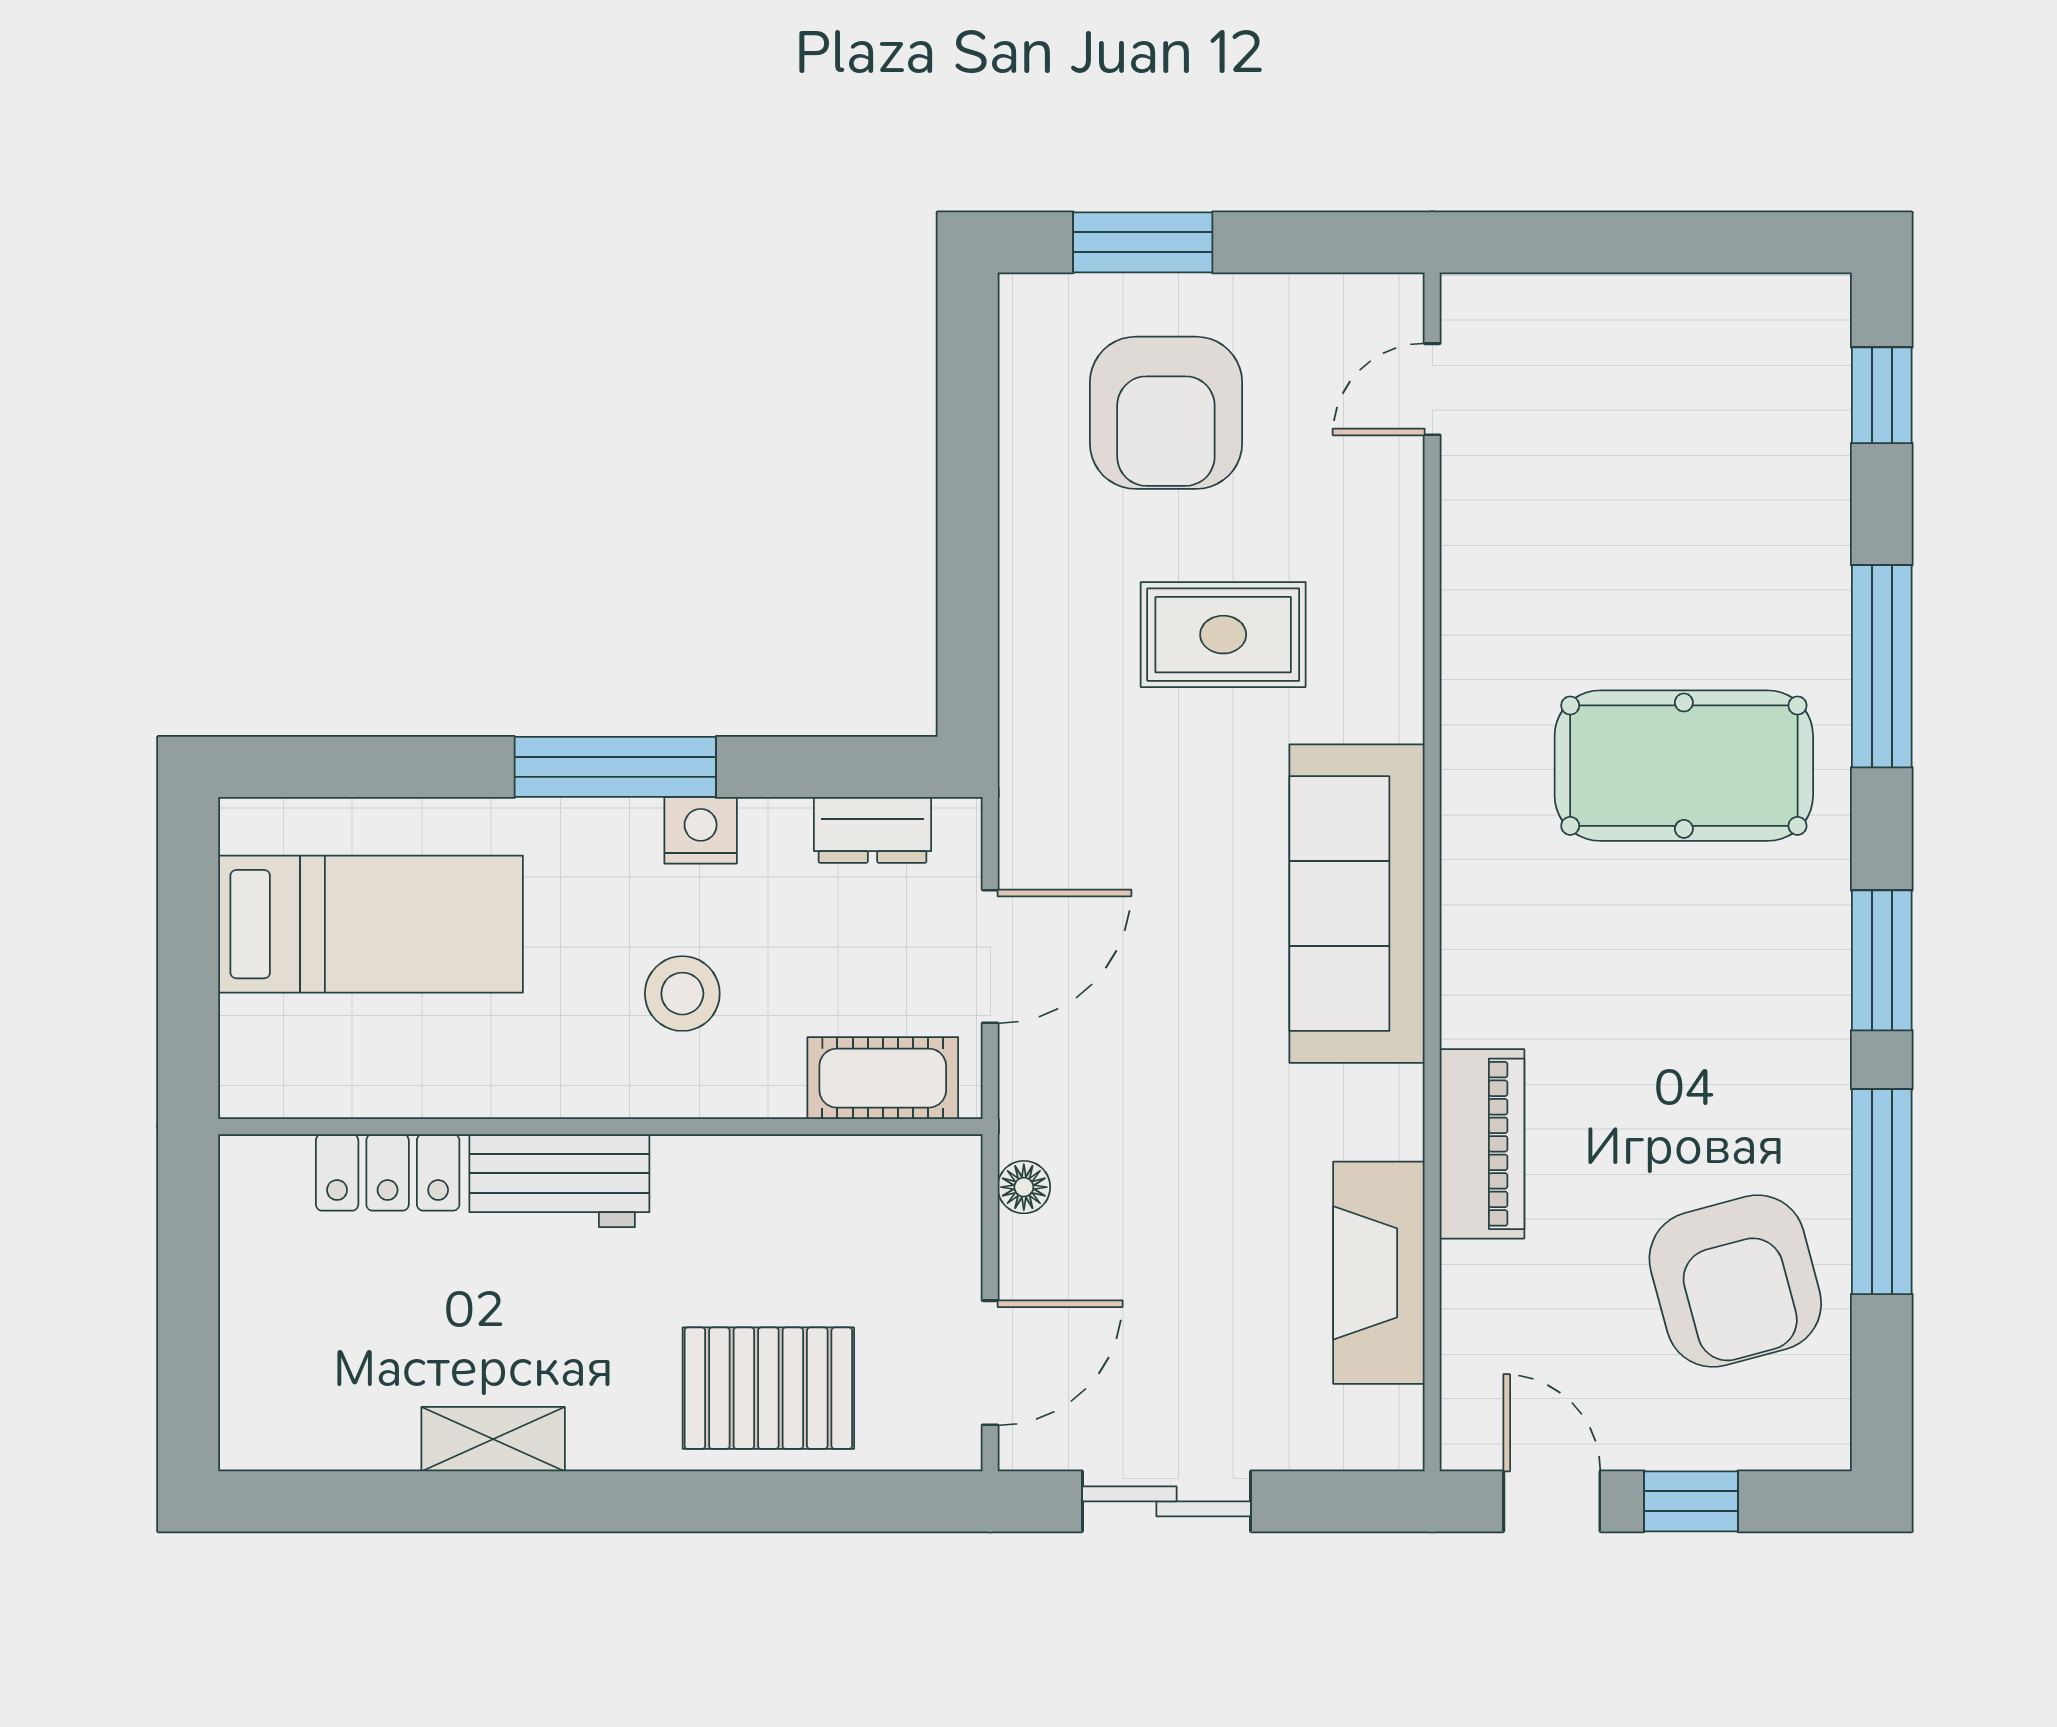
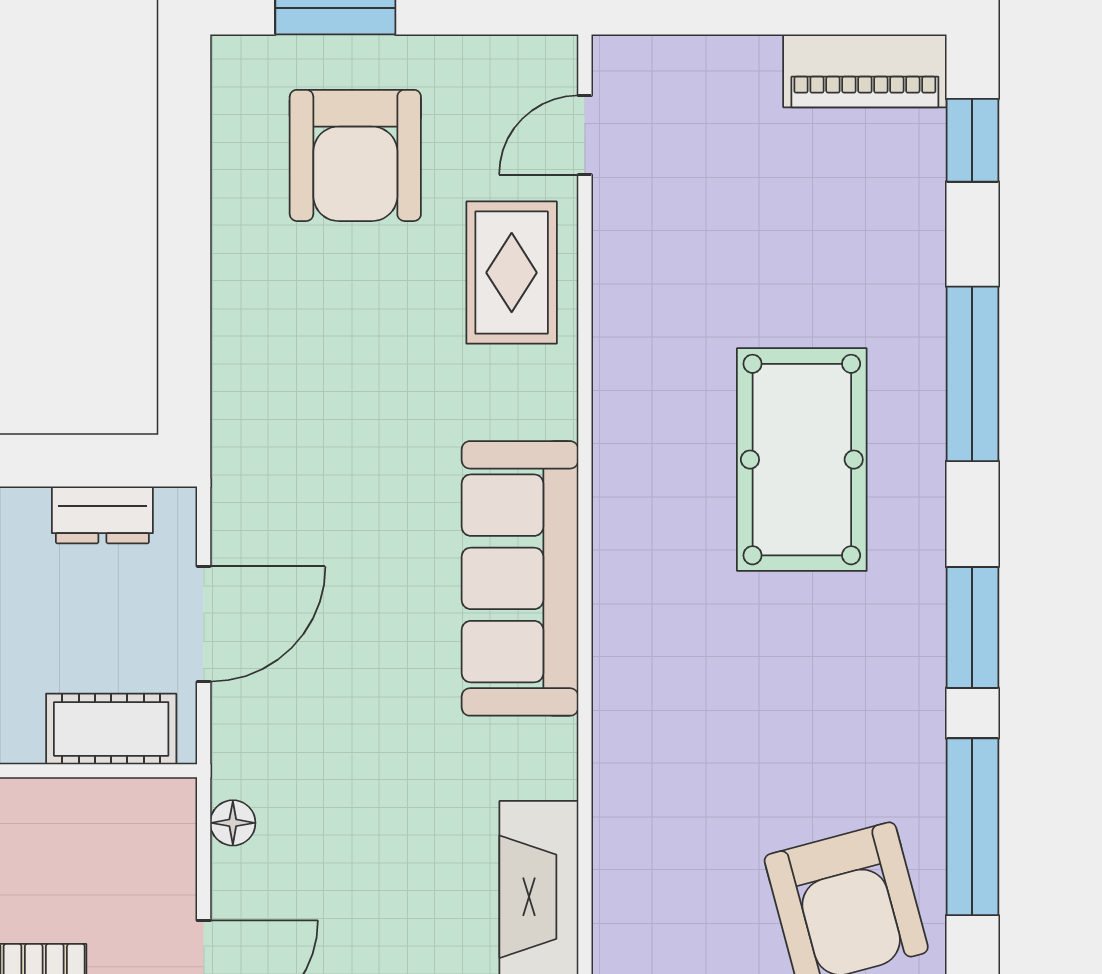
rug: (1223, 635) -> (512, 273), moved, turned 90
pool table: (1684, 766) -> (802, 460), turned 90
piano: (1482, 1144) -> (865, 71), moved, turned 90

